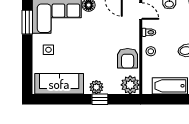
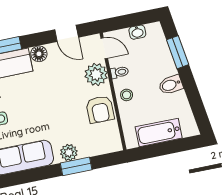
plant: (130, 85) -> (96, 74), moved
window: (100, 99) -> (76, 166), width x1.50

